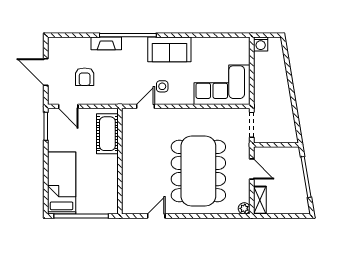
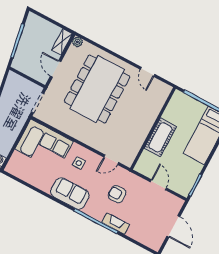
armchair: (85, 77) -> (117, 194), moved, turned -90
side table: (162, 86) -> (79, 163), moved
door: (68, 106) -> (158, 185), moved
cot: (107, 134) -> (160, 137), moved
door: (156, 216) -> (148, 72), hinge flipped

